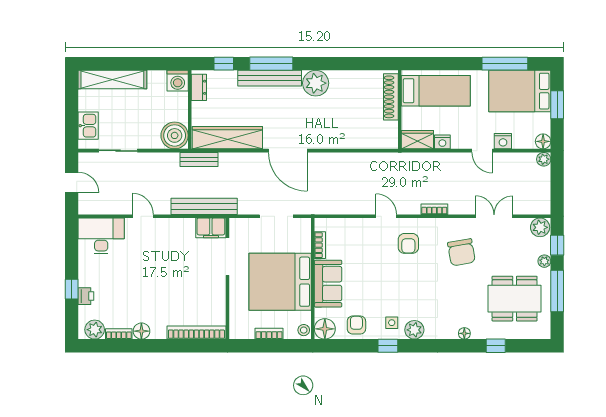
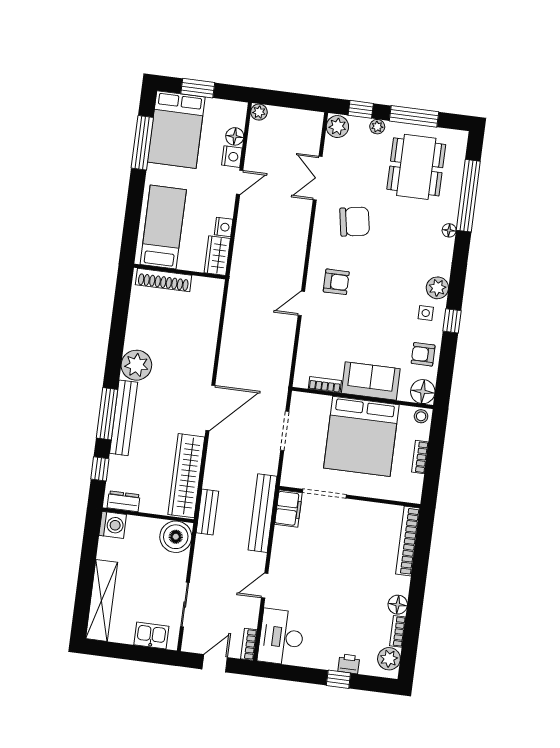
floor lamp: (543, 141) -> (235, 136), moved
bookcase: (434, 209) -> (249, 644), moved
window: (496, 346) -> (468, 196), width x3.17

